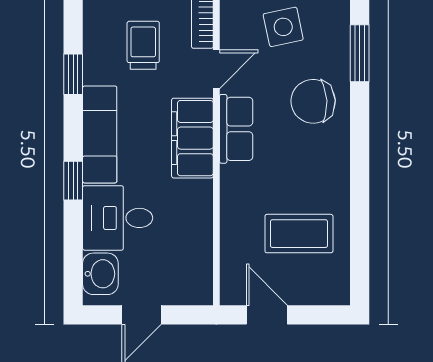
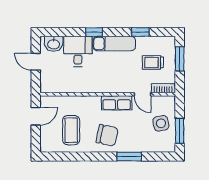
trolley: (143, 45) -> (153, 62), turned 180
window: (360, 53) -> (129, 157), moved
chair: (313, 101) -> (107, 135), moved, turned 105
filing cabinet: (192, 138) -> (113, 84), removed

